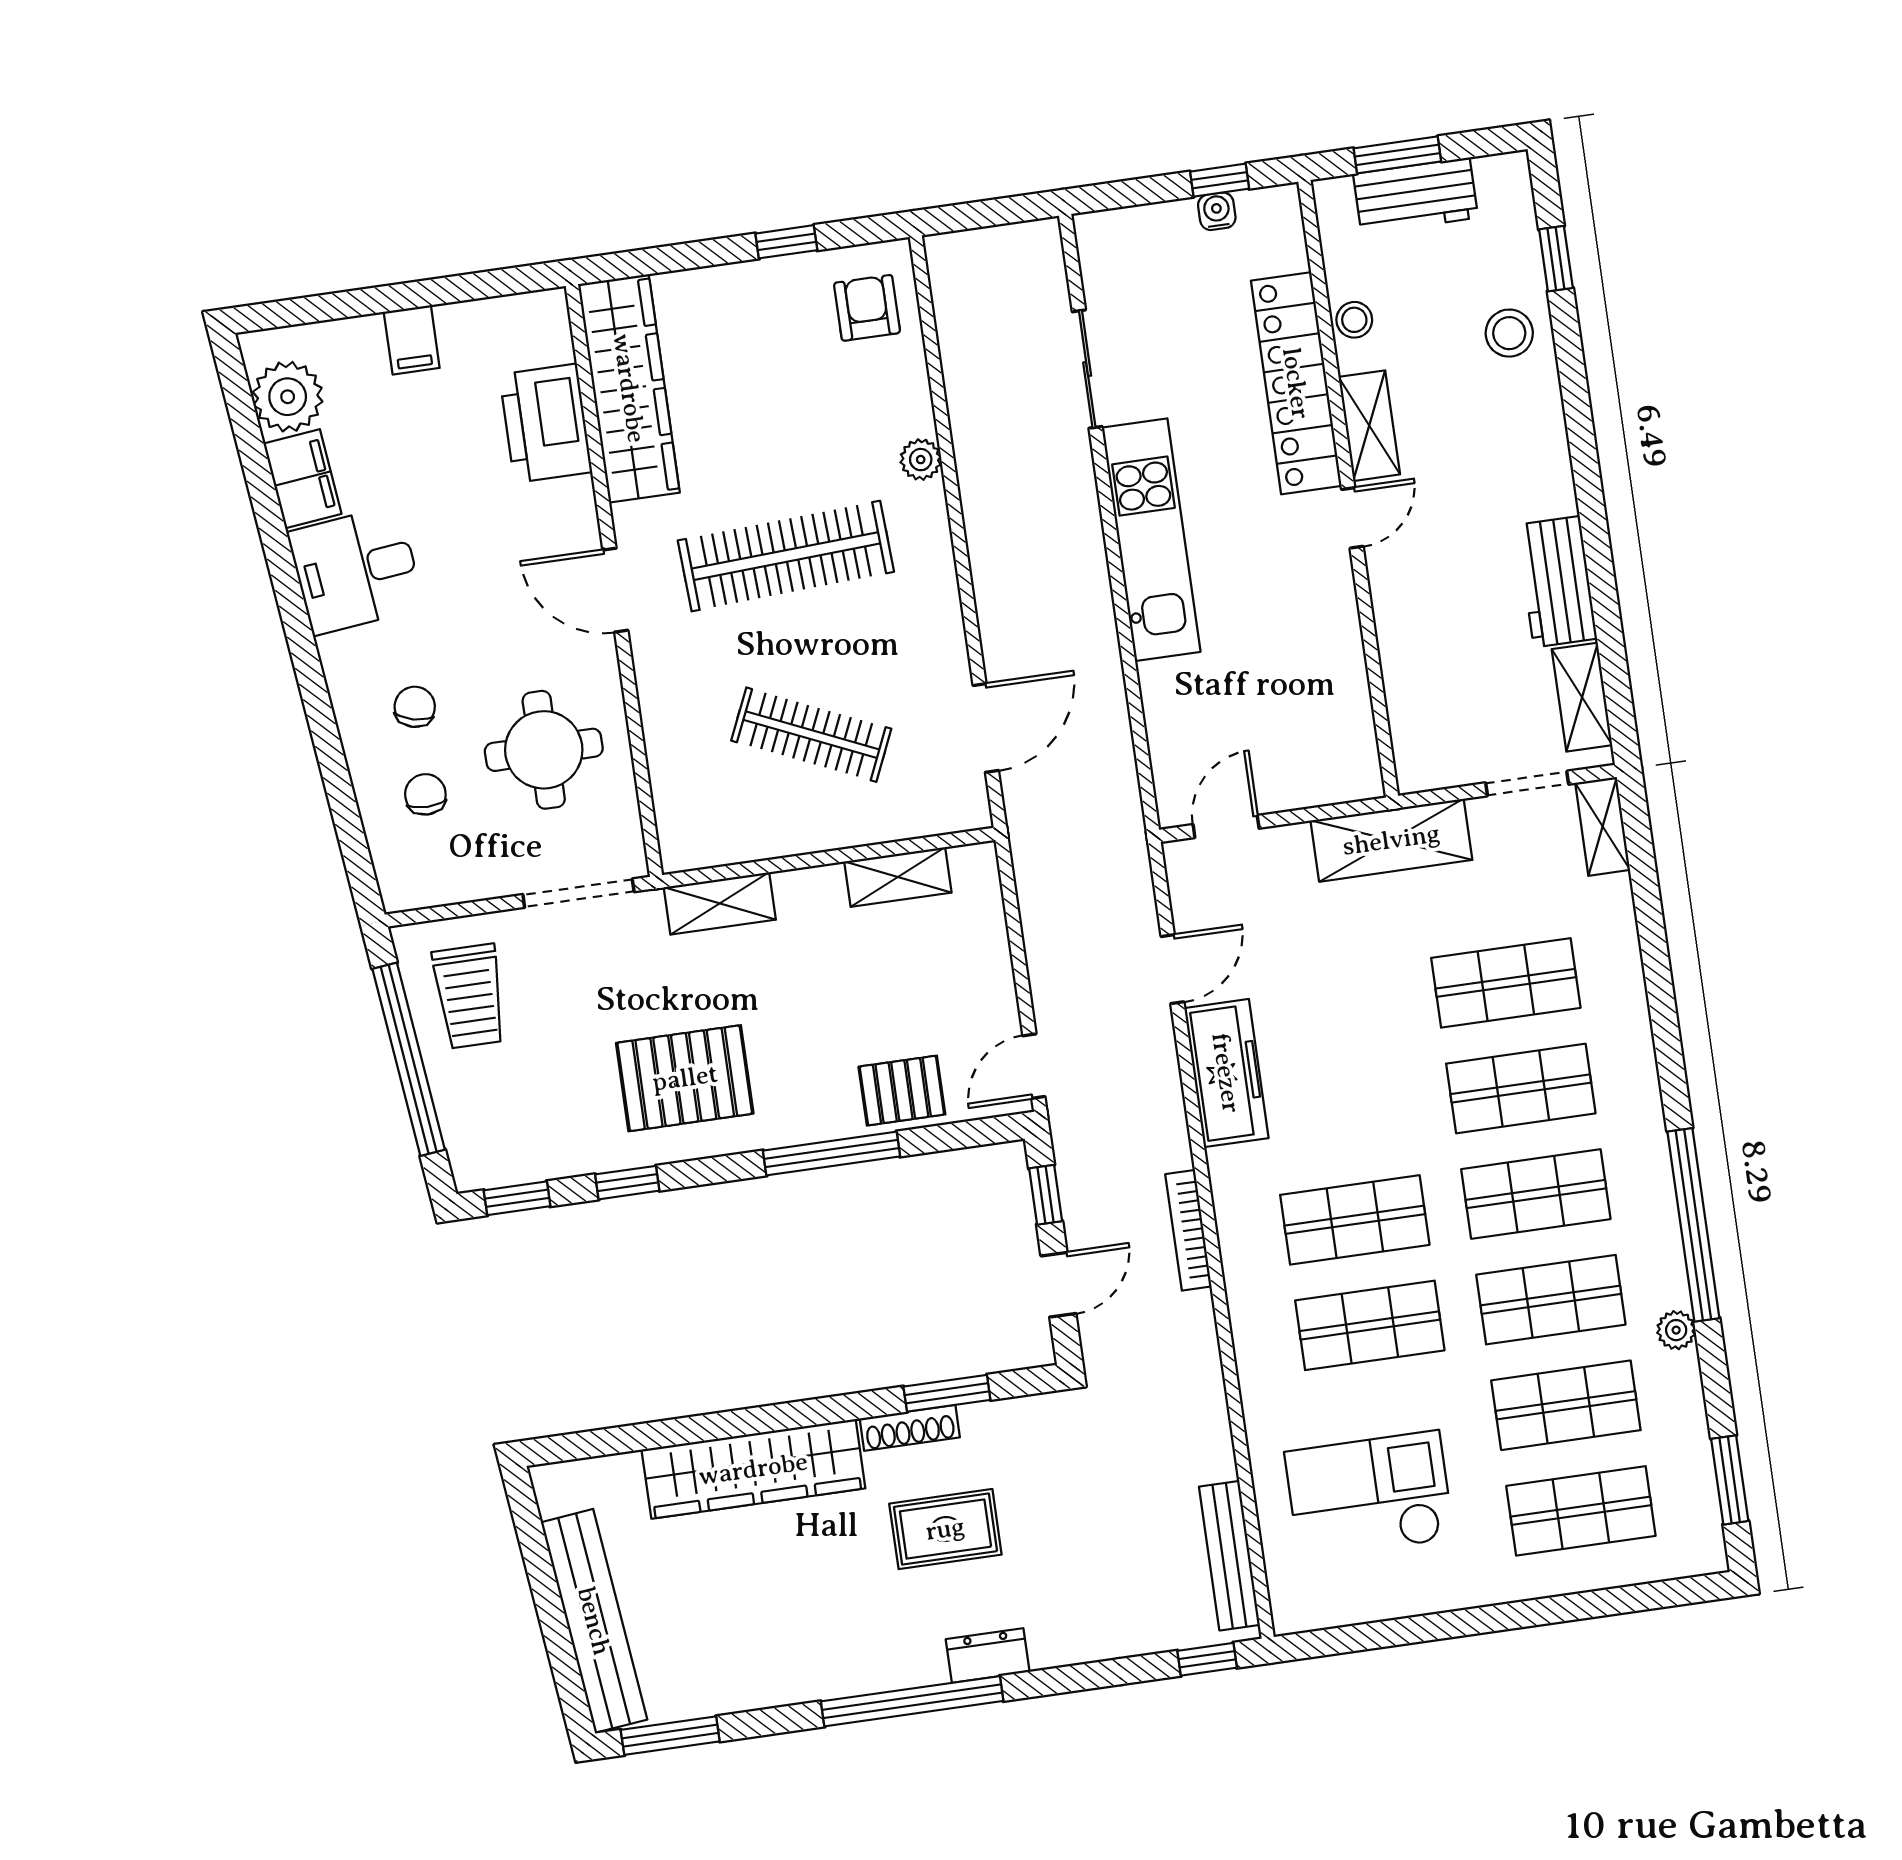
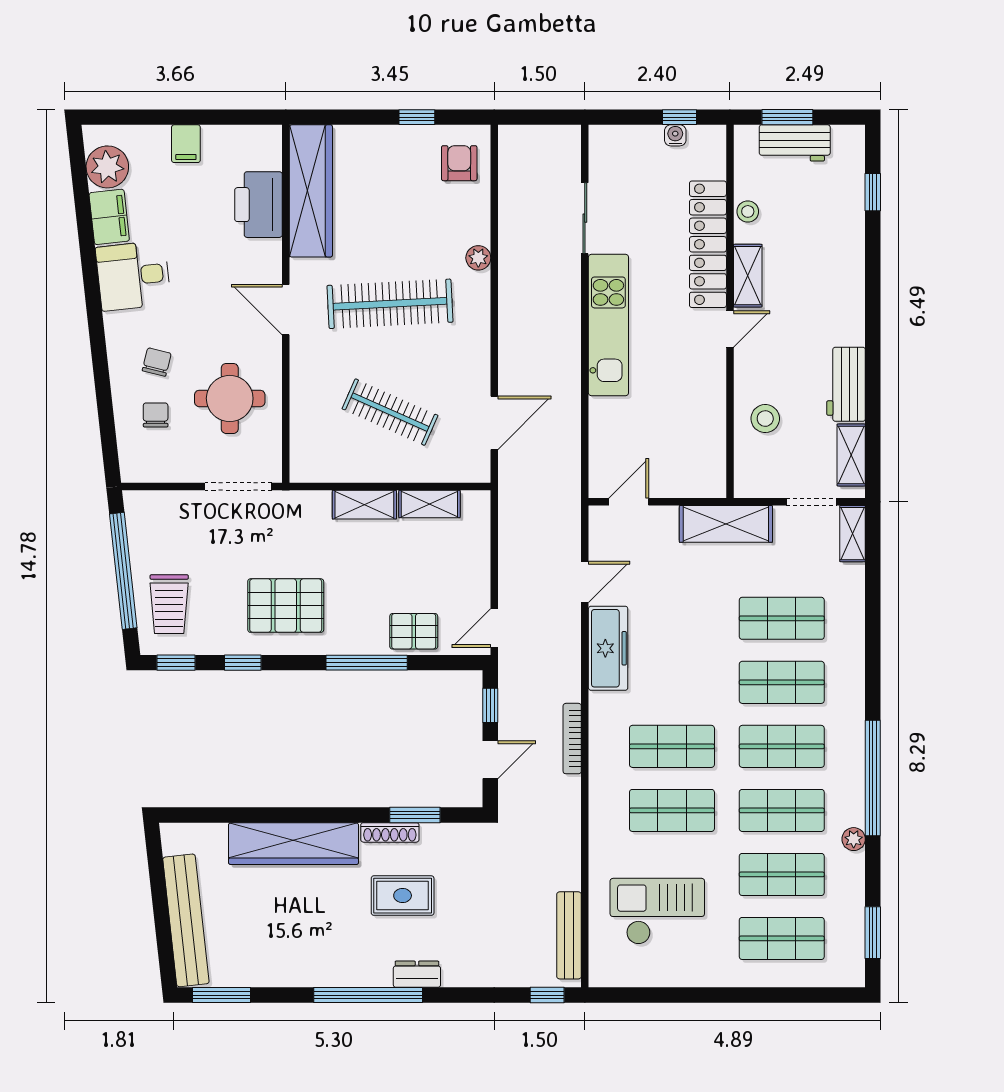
stool: (1509, 333) -> (765, 419), moved
shelving: (720, 903) -> (364, 505), moved
trolley: (470, 996) -> (169, 604), moved

